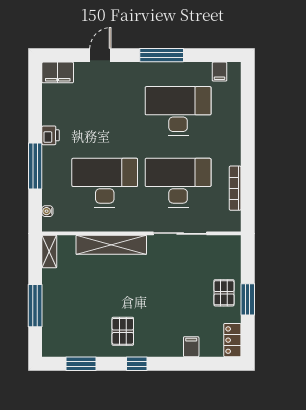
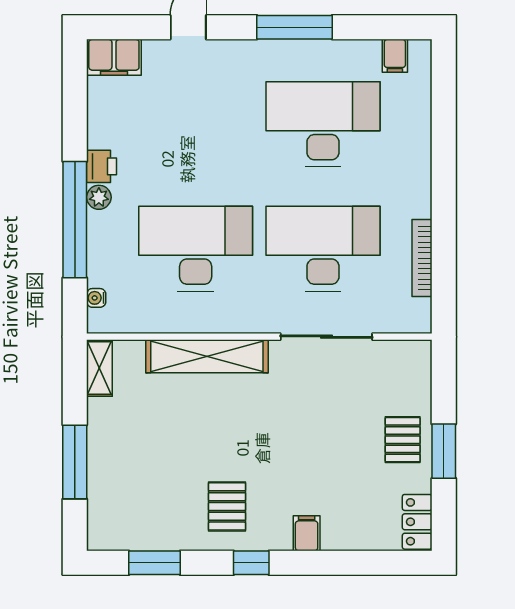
plant: (49, 153) -> (99, 197), added
window: (35, 166) -> (75, 220), width x1.46
filing cabinet: (191, 347) -> (307, 533), moved

